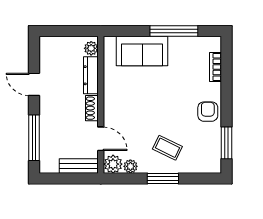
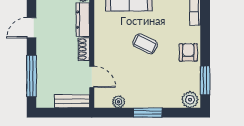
door: (34, 84) -> (32, 28), hinge flipped
coffee table: (167, 148) -> (145, 44), moved
plant: (113, 164) -> (190, 100), moved

